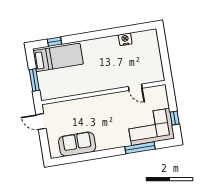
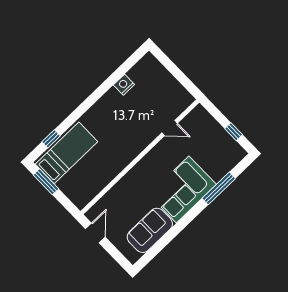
window: (34, 80) -> (46, 182), moved
door: (41, 122) -> (95, 233), swing flipped
corner sofa: (151, 127) -> (183, 189), moved

